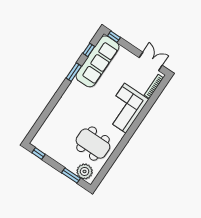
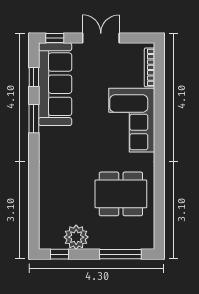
double door: (151, 61) -> (101, 38), moved
plant: (85, 171) -> (76, 237), moved
window: (71, 175) -> (120, 254), width x1.44

